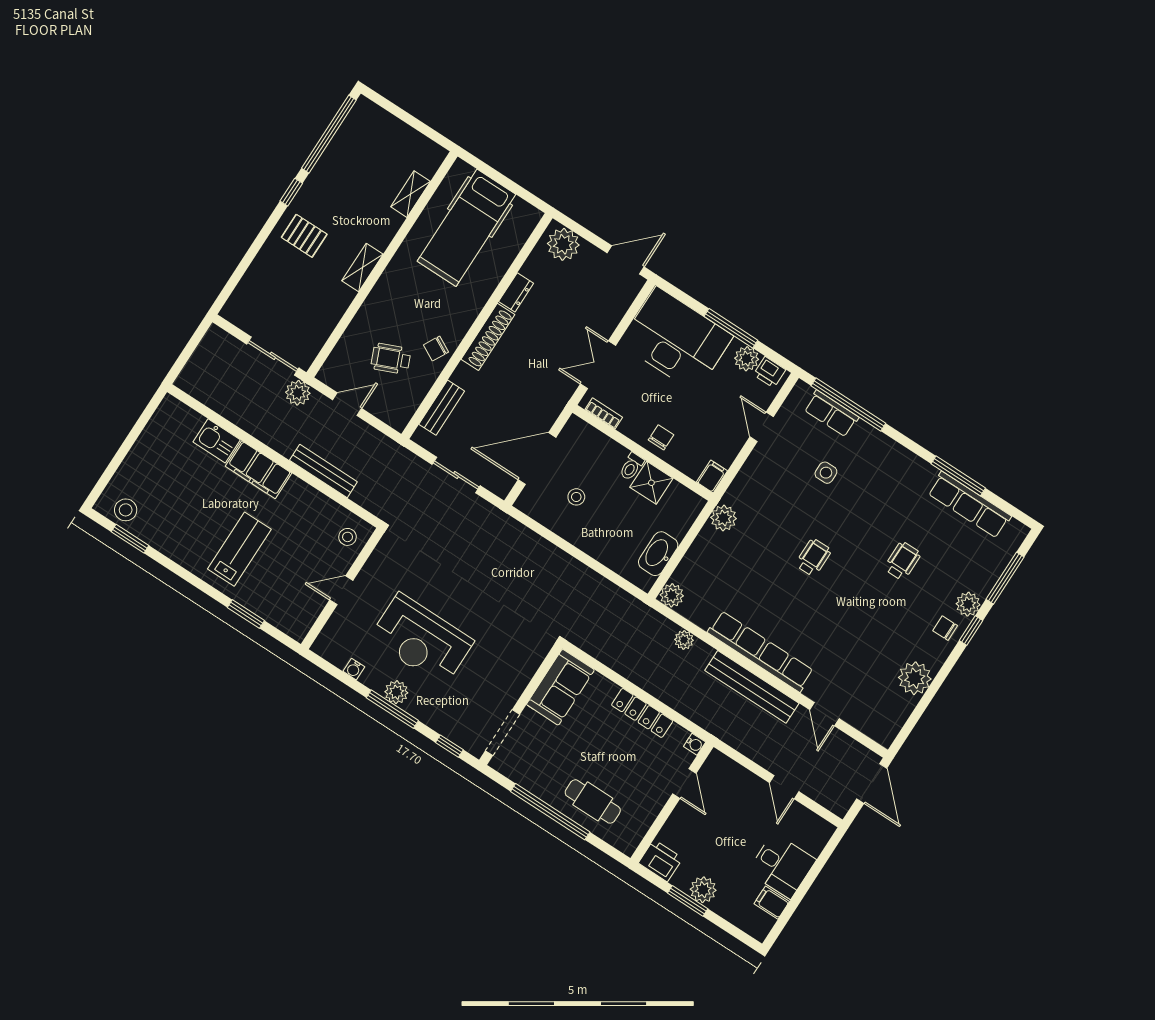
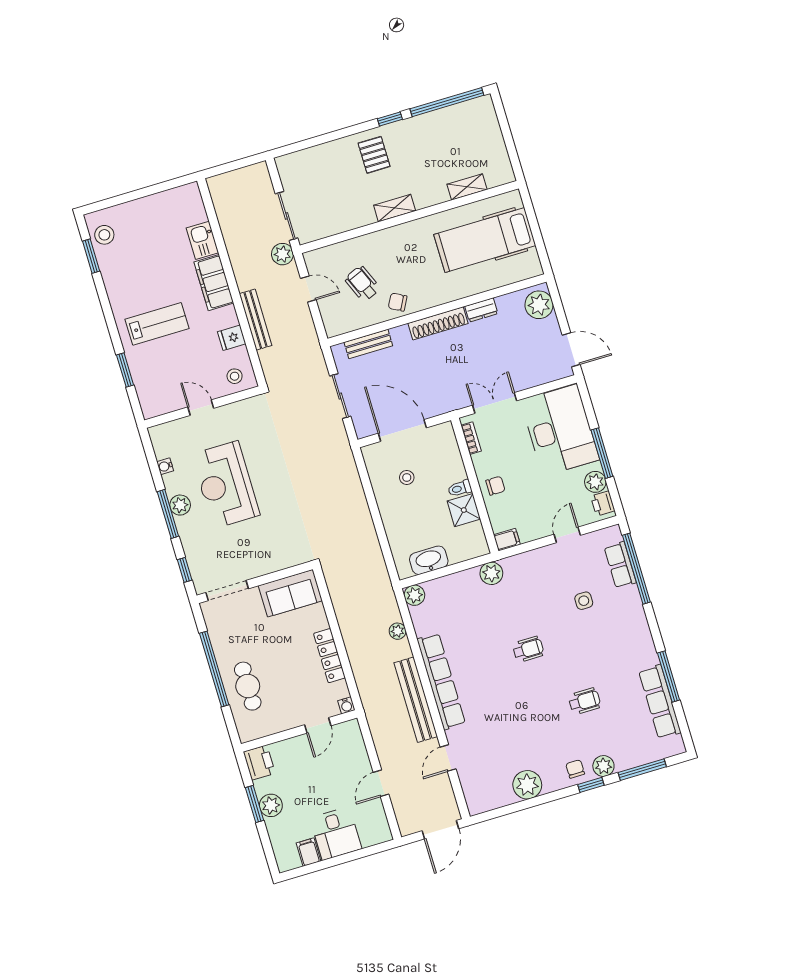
fridge: (316, 505) -> (232, 338), added

